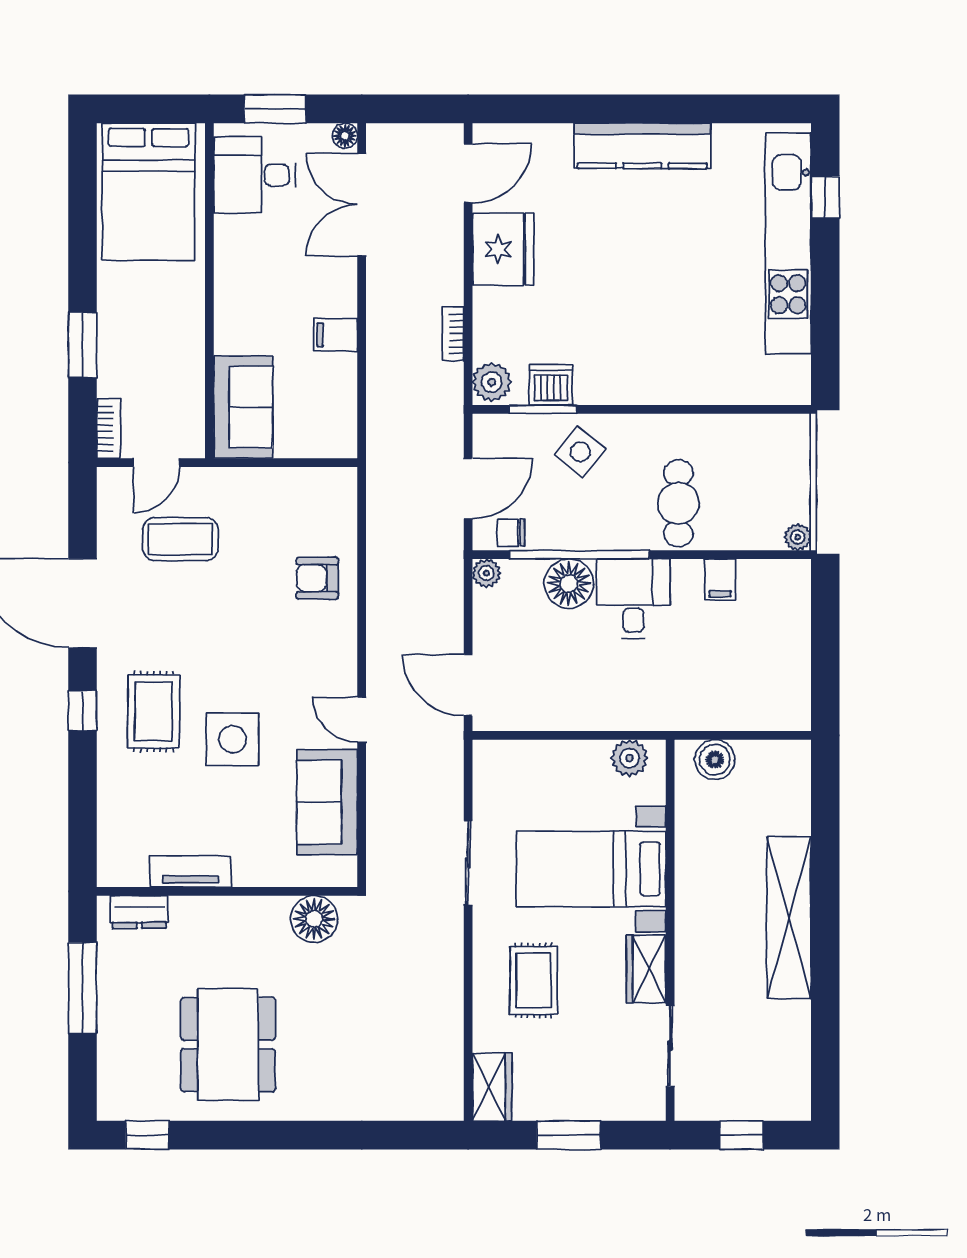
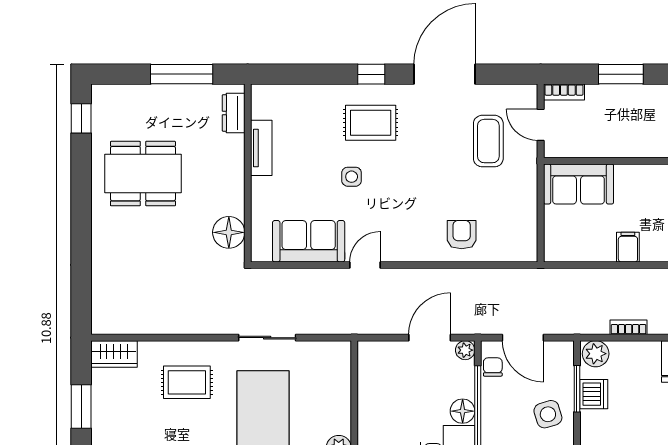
side table: (580, 452) -> (548, 414), turned 34
floor lamp: (569, 584) -> (463, 411), width x0.73, depth x0.73
door: (468, 685) -> (430, 338), moved
side table: (233, 739) -> (352, 177), width x0.54, depth x0.54

